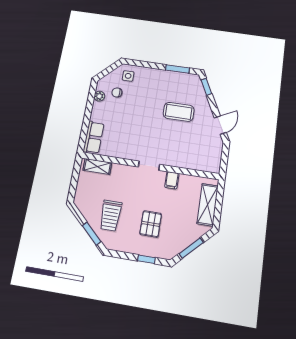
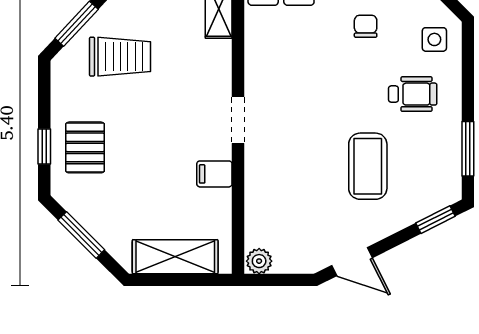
wheelchair: (150, 88) -> (413, 94), added
chair: (117, 92) -> (366, 26), moved
plant: (215, 166) -> (259, 261), added
trolley: (111, 215) -> (120, 57), turned 180
pallet: (151, 224) -> (85, 147), moved, turned 90

